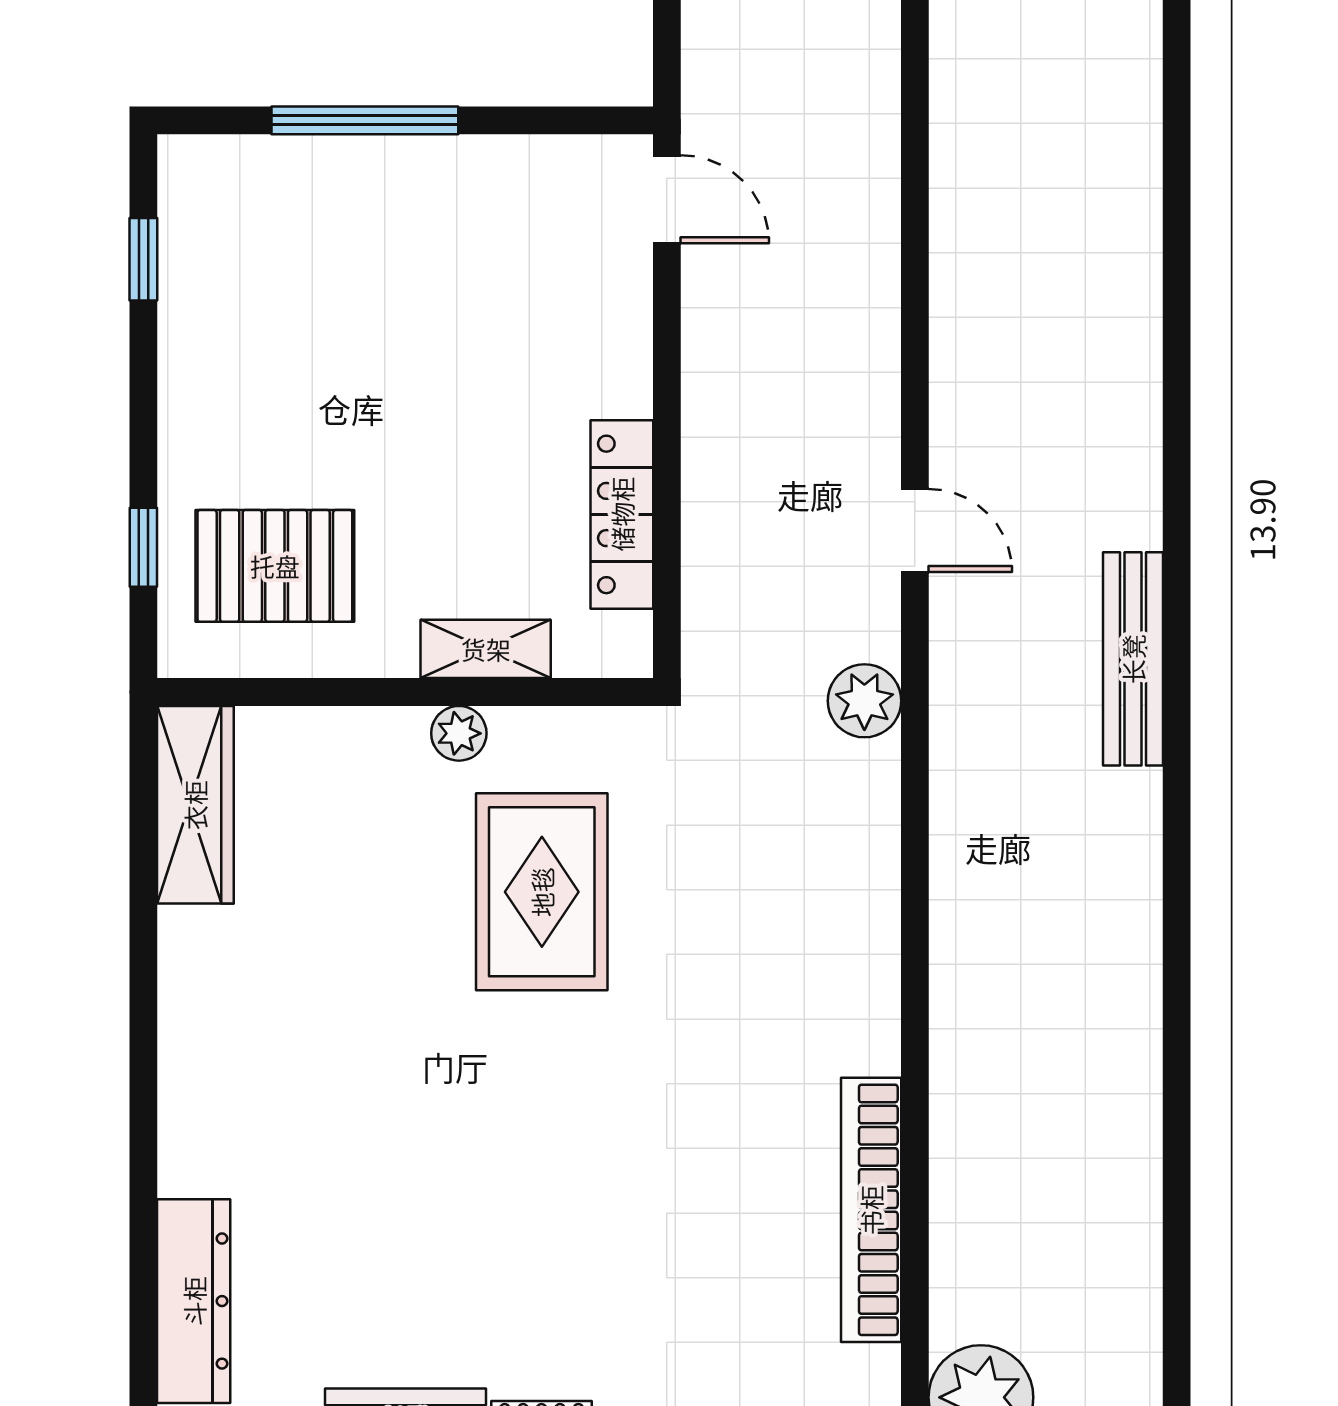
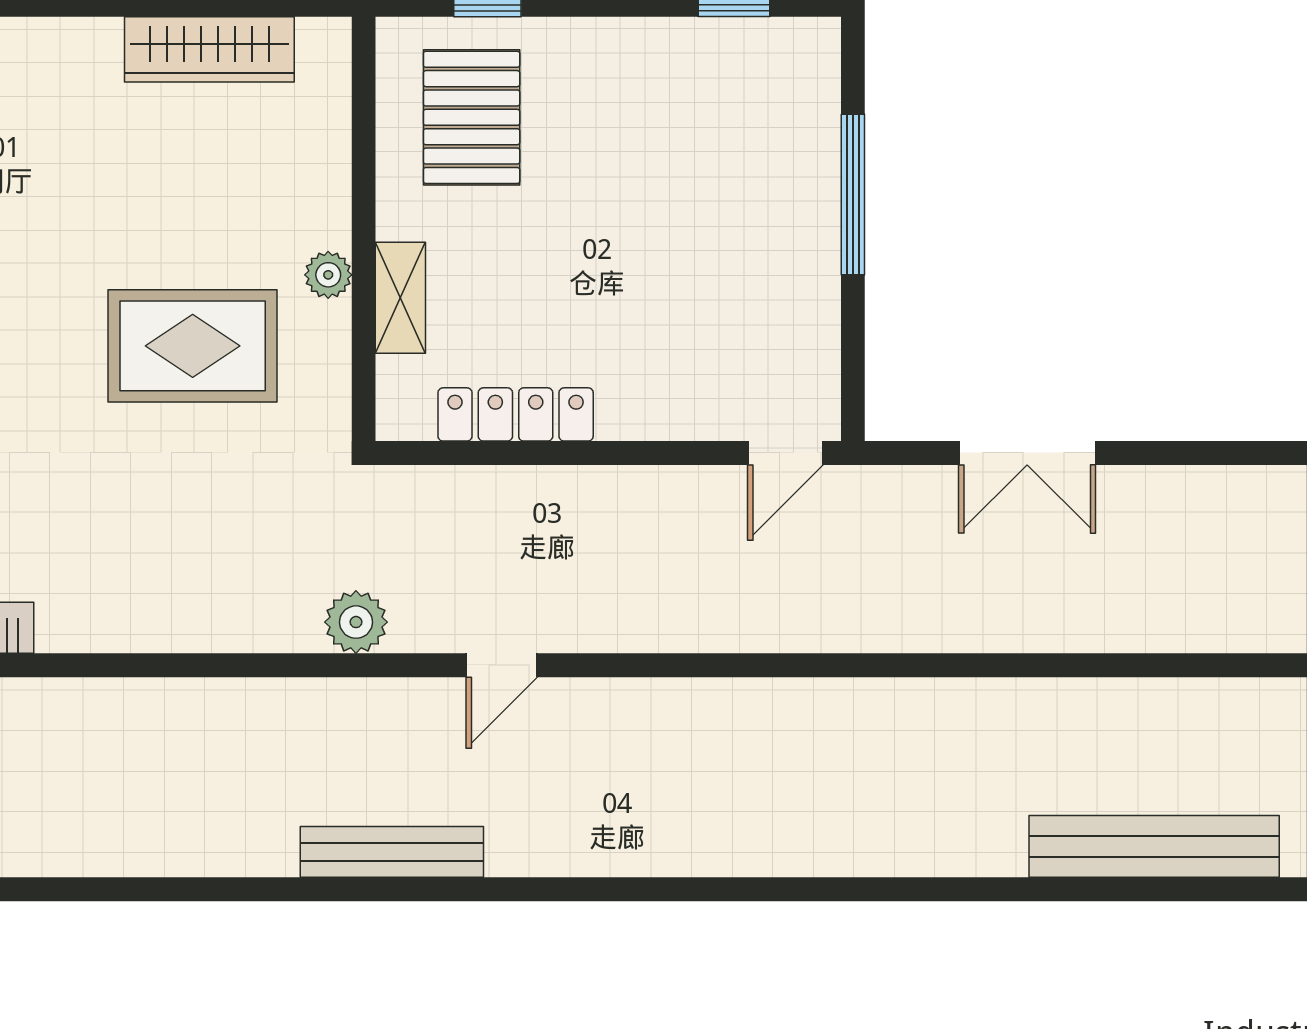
wardrobe: (195, 805) -> (209, 49), moved

